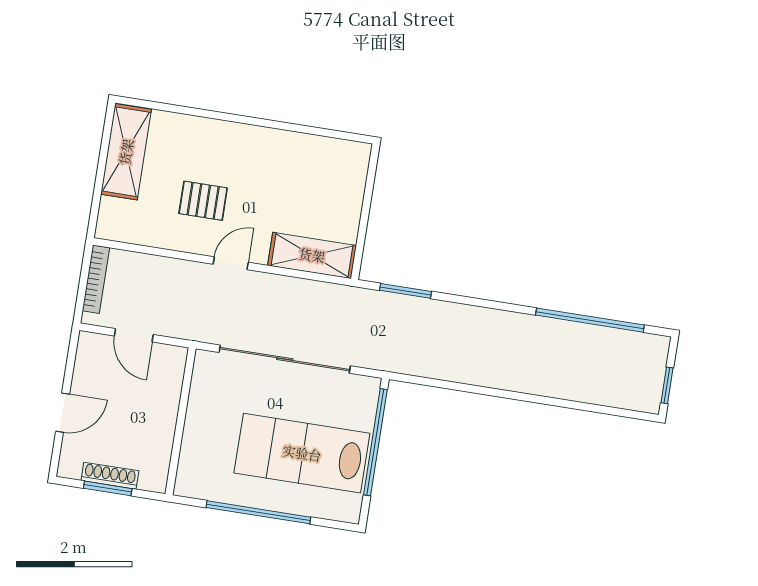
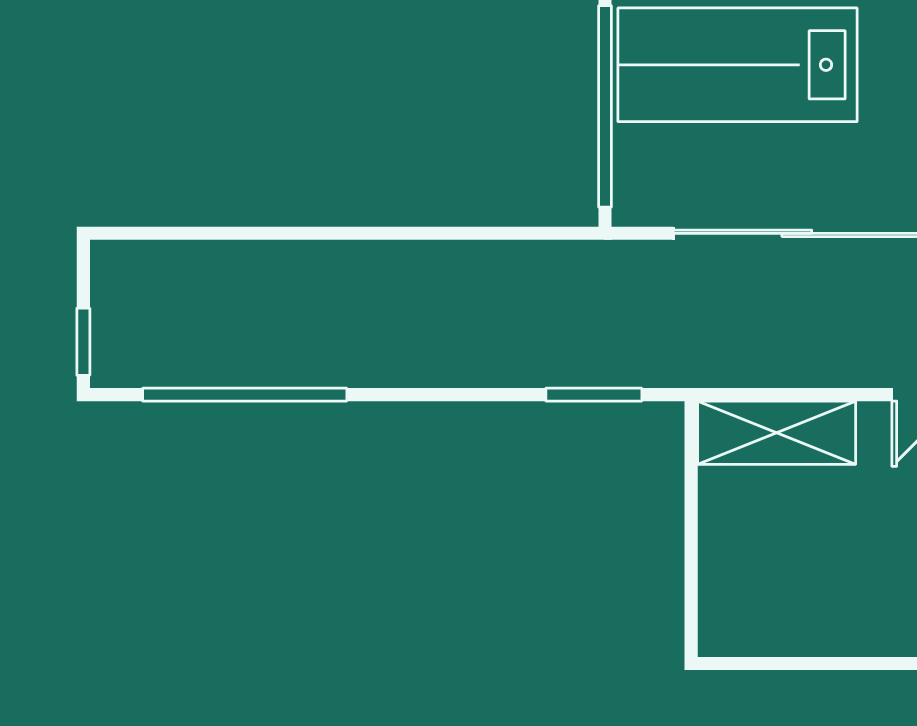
window: (667, 385) -> (83, 342), moved
lab bench: (302, 453) -> (737, 65), turned 180

